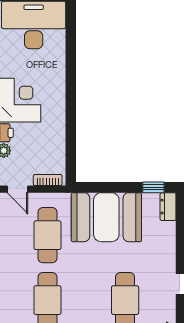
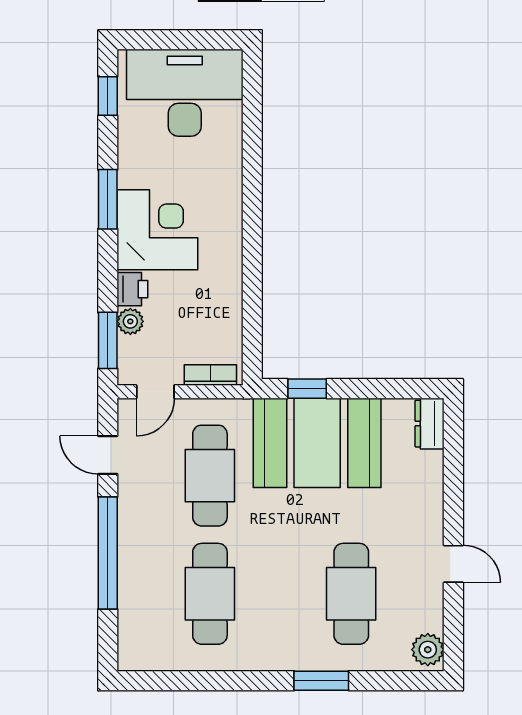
window: (153, 187) -> (307, 389), moved
door: (17, 189) -> (155, 392), hinge flipped

